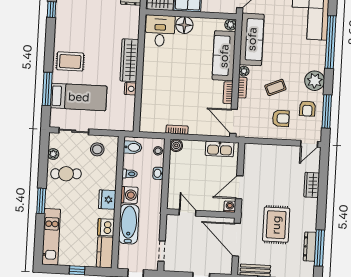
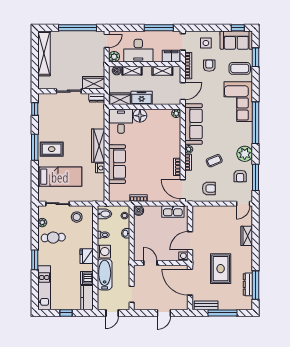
sofa: (224, 56) -> (117, 164), moved, turned 180
window: (47, 89) -> (35, 147), moved
armchair: (281, 118) -> (209, 188), moved

